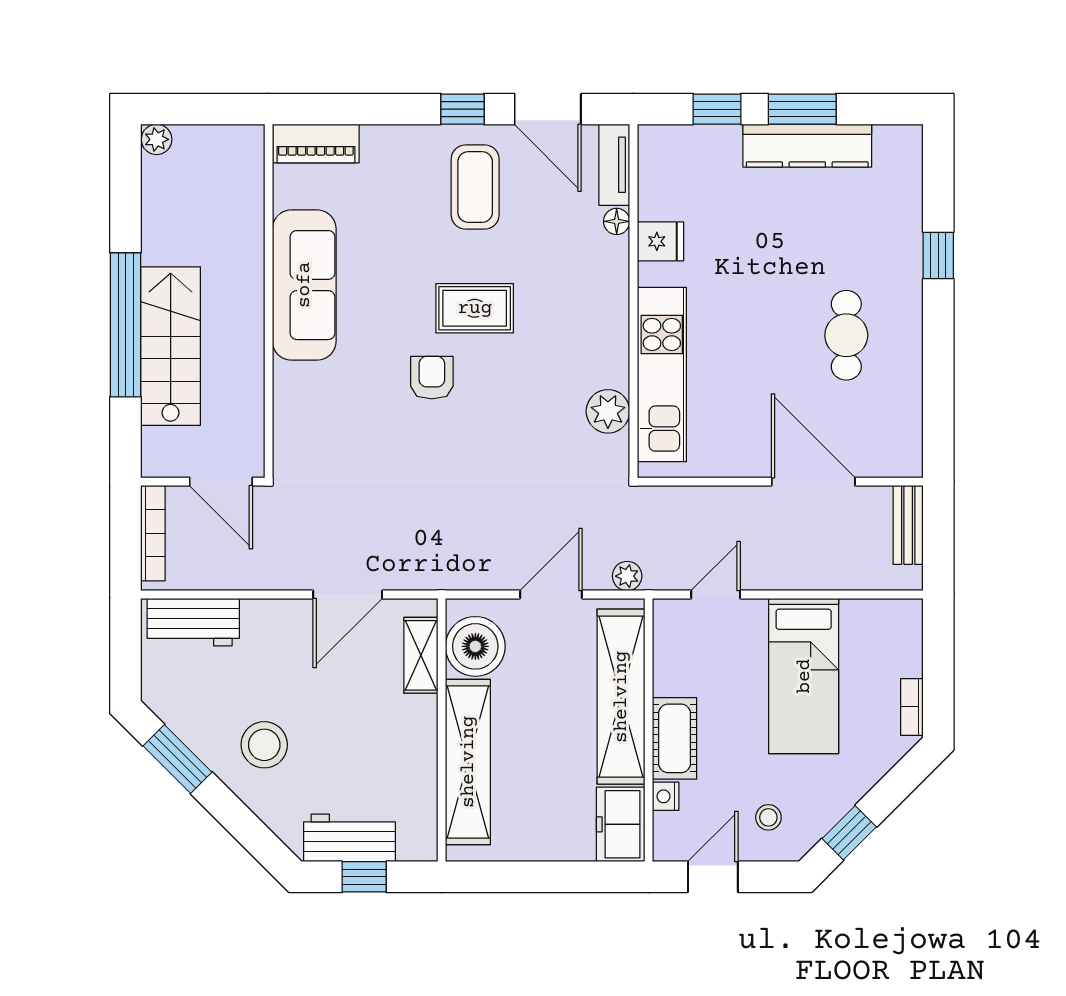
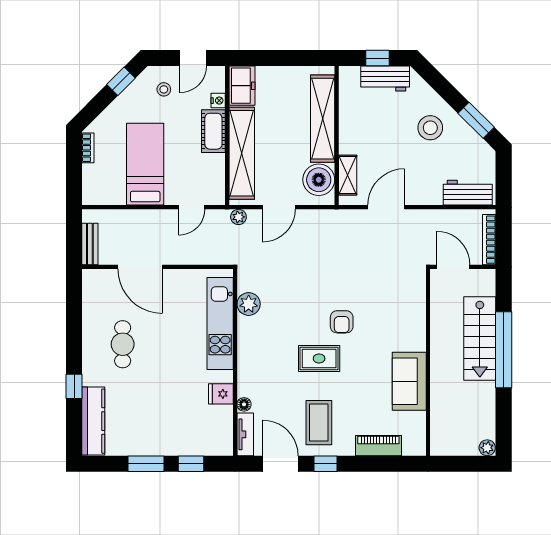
piano: (316, 143) -> (378, 446), moved
kitchen counter: (807, 146) -> (93, 421), moved, turned 90
sofa: (304, 285) -> (409, 381), width x0.73

